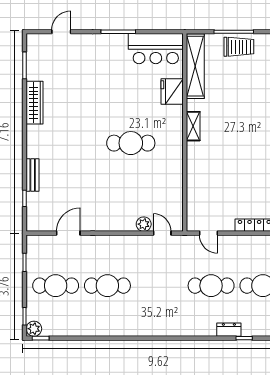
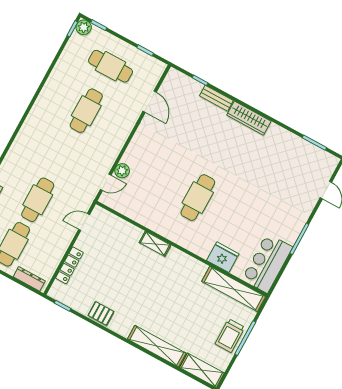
wardrobe: (35, 103) -> (249, 118), moved
shelving: (193, 126) -> (155, 244), moved
cafe table: (56, 286) -> (111, 66), turned 90

